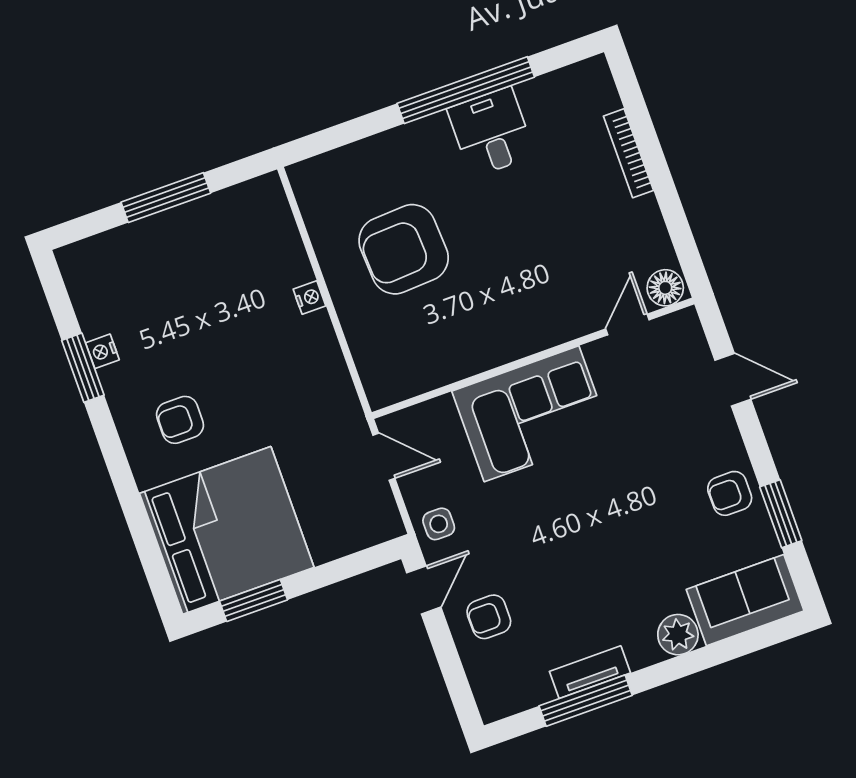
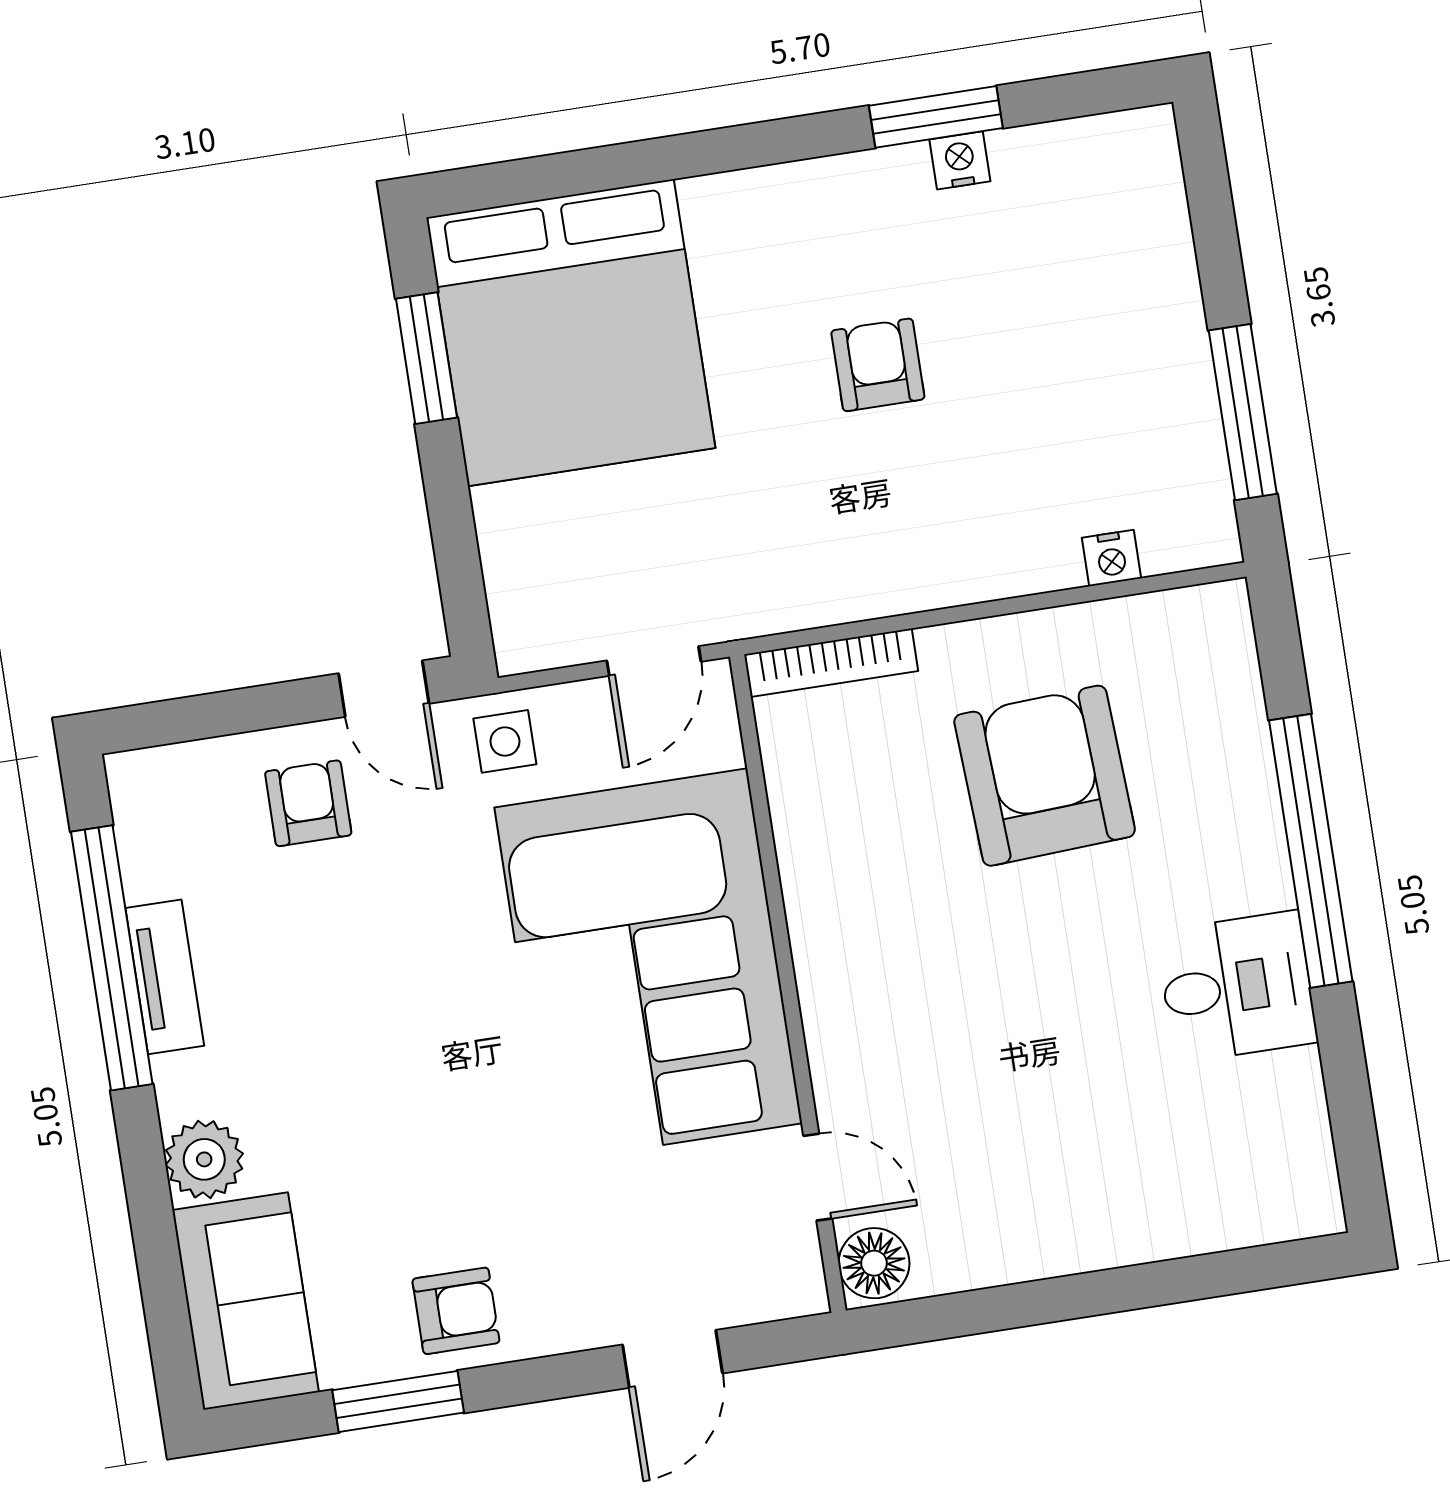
window: (466, 90) -> (1311, 851), moved
bookcase: (628, 153) -> (831, 663), moved, turned 180
window: (166, 198) -> (1243, 412), moved
nightstand: (309, 297) -> (1111, 558), moved
corner sofa: (532, 414) -> (648, 965), width x1.36, depth x1.36
armchair: (180, 420) -> (878, 365), moved
armchair: (730, 493) -> (456, 1311), turned 90
window: (586, 701) -> (112, 958), width x1.46

